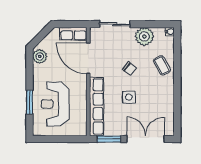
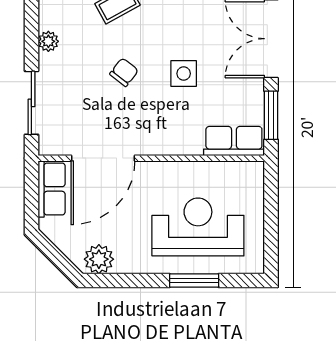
plant: (144, 36) -> (48, 41), width x0.53, depth x0.53
reception desk: (55, 104) -> (198, 227), turned 180
row of seats: (96, 106) -> (234, 141), width x0.50

